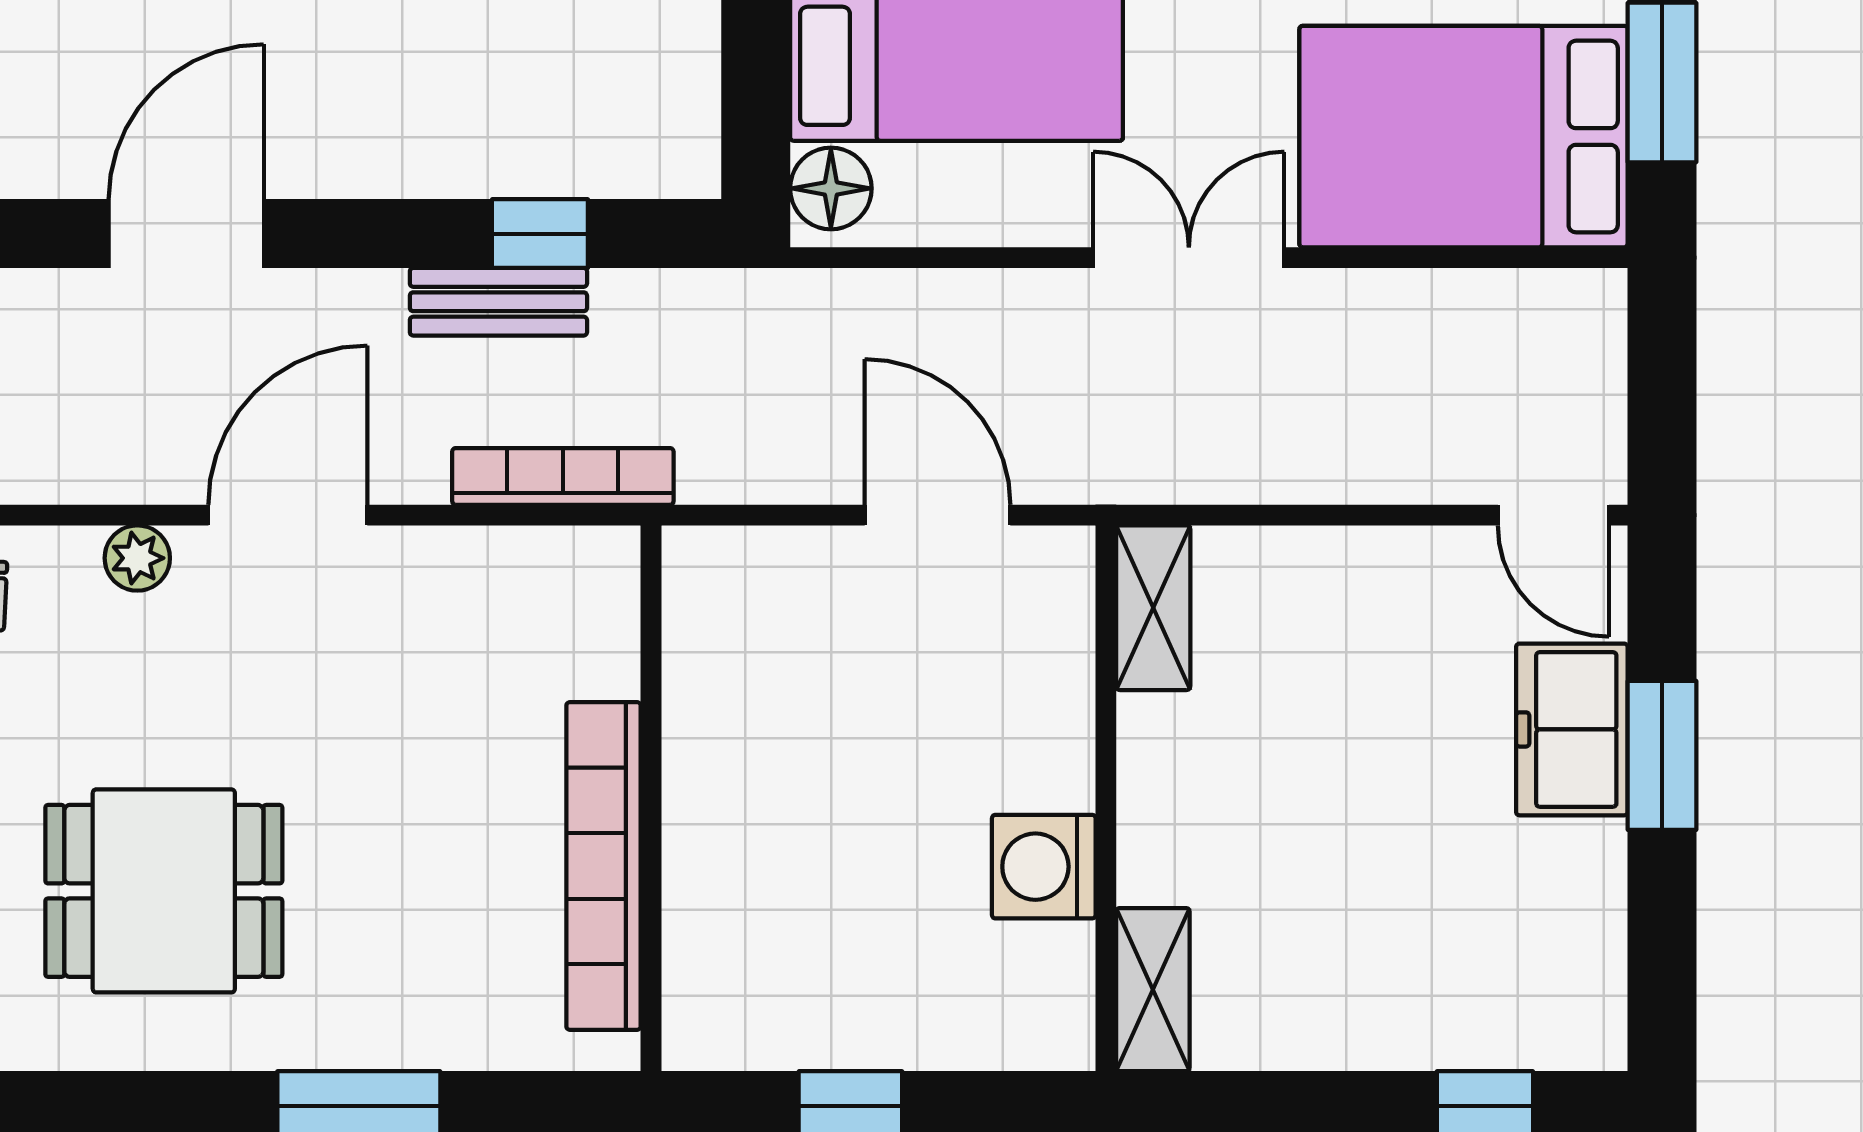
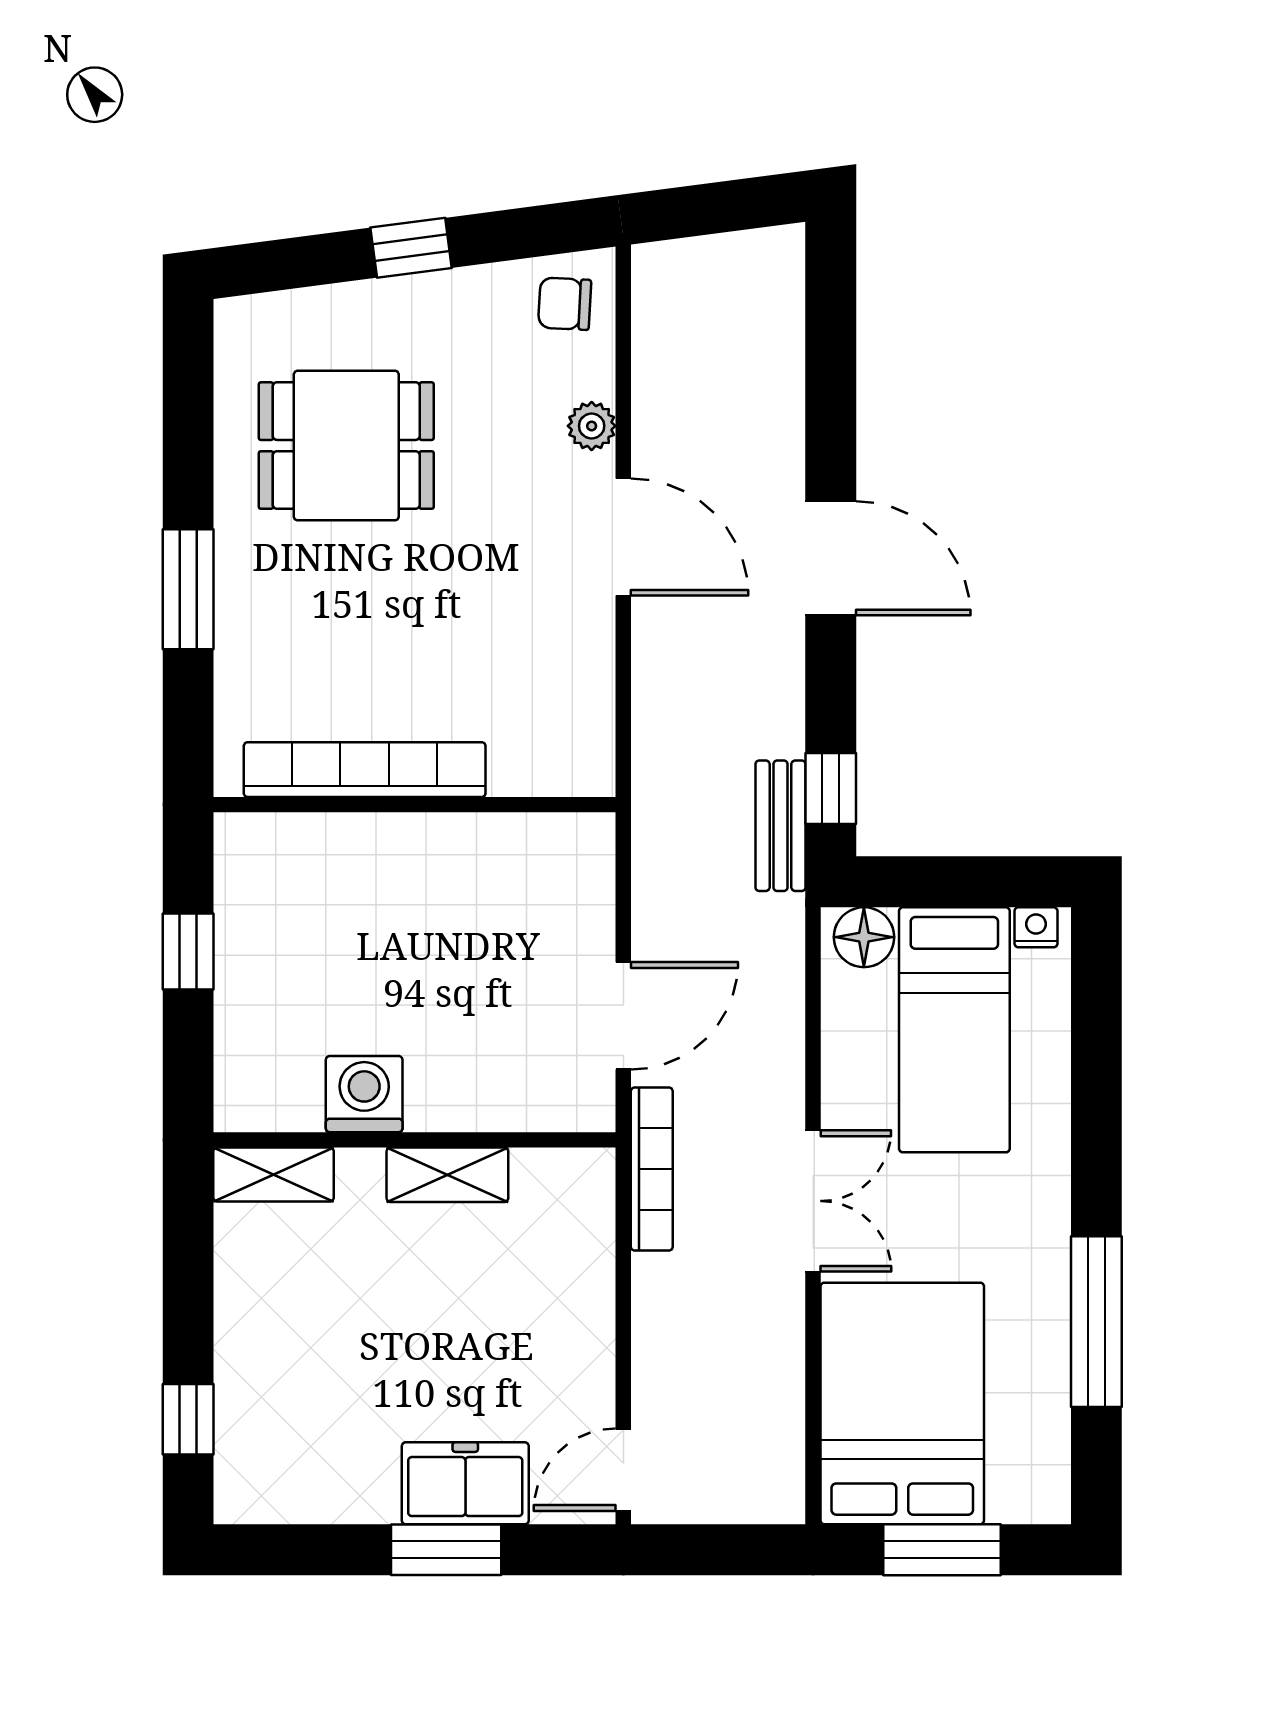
door: (186, 234) -> (831, 558), moved
window: (540, 234) -> (831, 788), moved
bench: (498, 302) -> (780, 826), moved
bookcase: (563, 476) -> (652, 1169), moved
shelving: (1153, 608) -> (447, 1175), moved
dining table: (164, 891) -> (346, 446), turned 90

